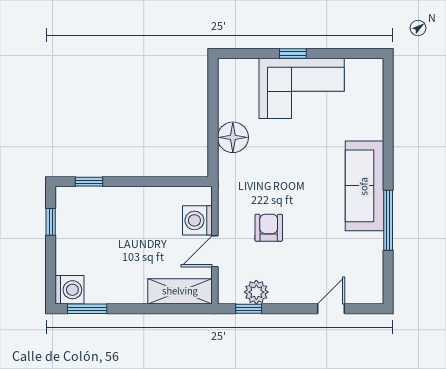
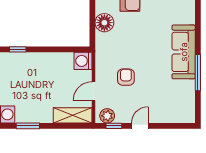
washing machine: (197, 220) -> (83, 61), moved
plant: (256, 292) -> (107, 116), moved
window: (87, 309) -> (28, 126), moved
door: (331, 309) -> (140, 126), moved

